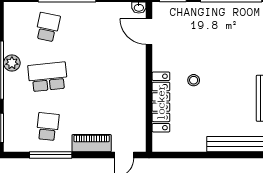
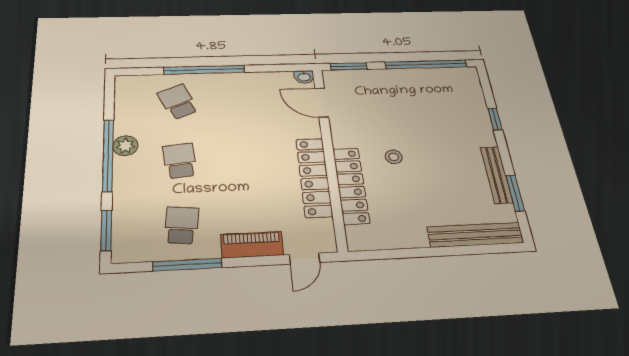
school desk: (48, 27) -> (178, 102), turned -36
school desk: (48, 77) -> (180, 161), width x0.54
locker: (137, 94) -> (314, 177), added

